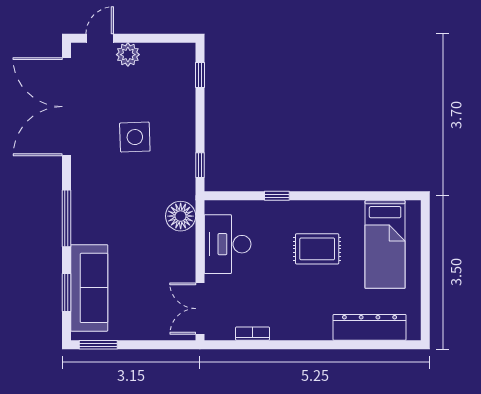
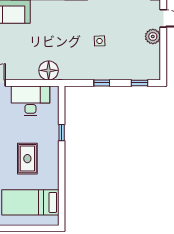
side table: (135, 137) -> (100, 41), width x0.54, depth x0.54
window: (200, 165) -> (102, 83), moved

